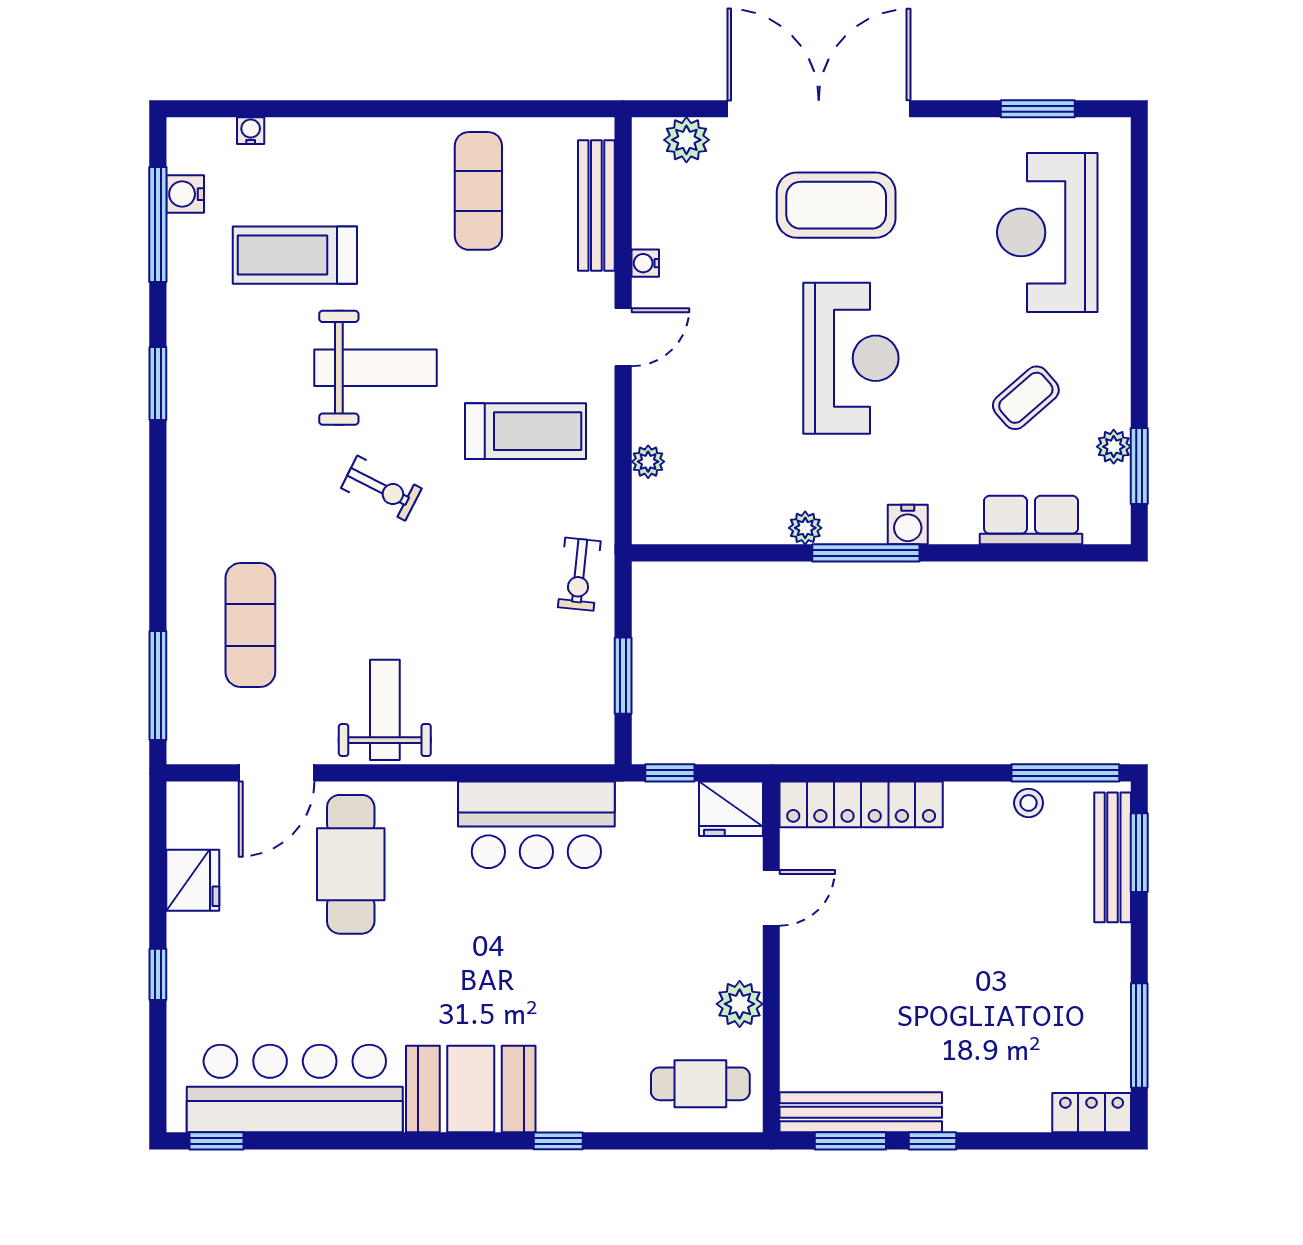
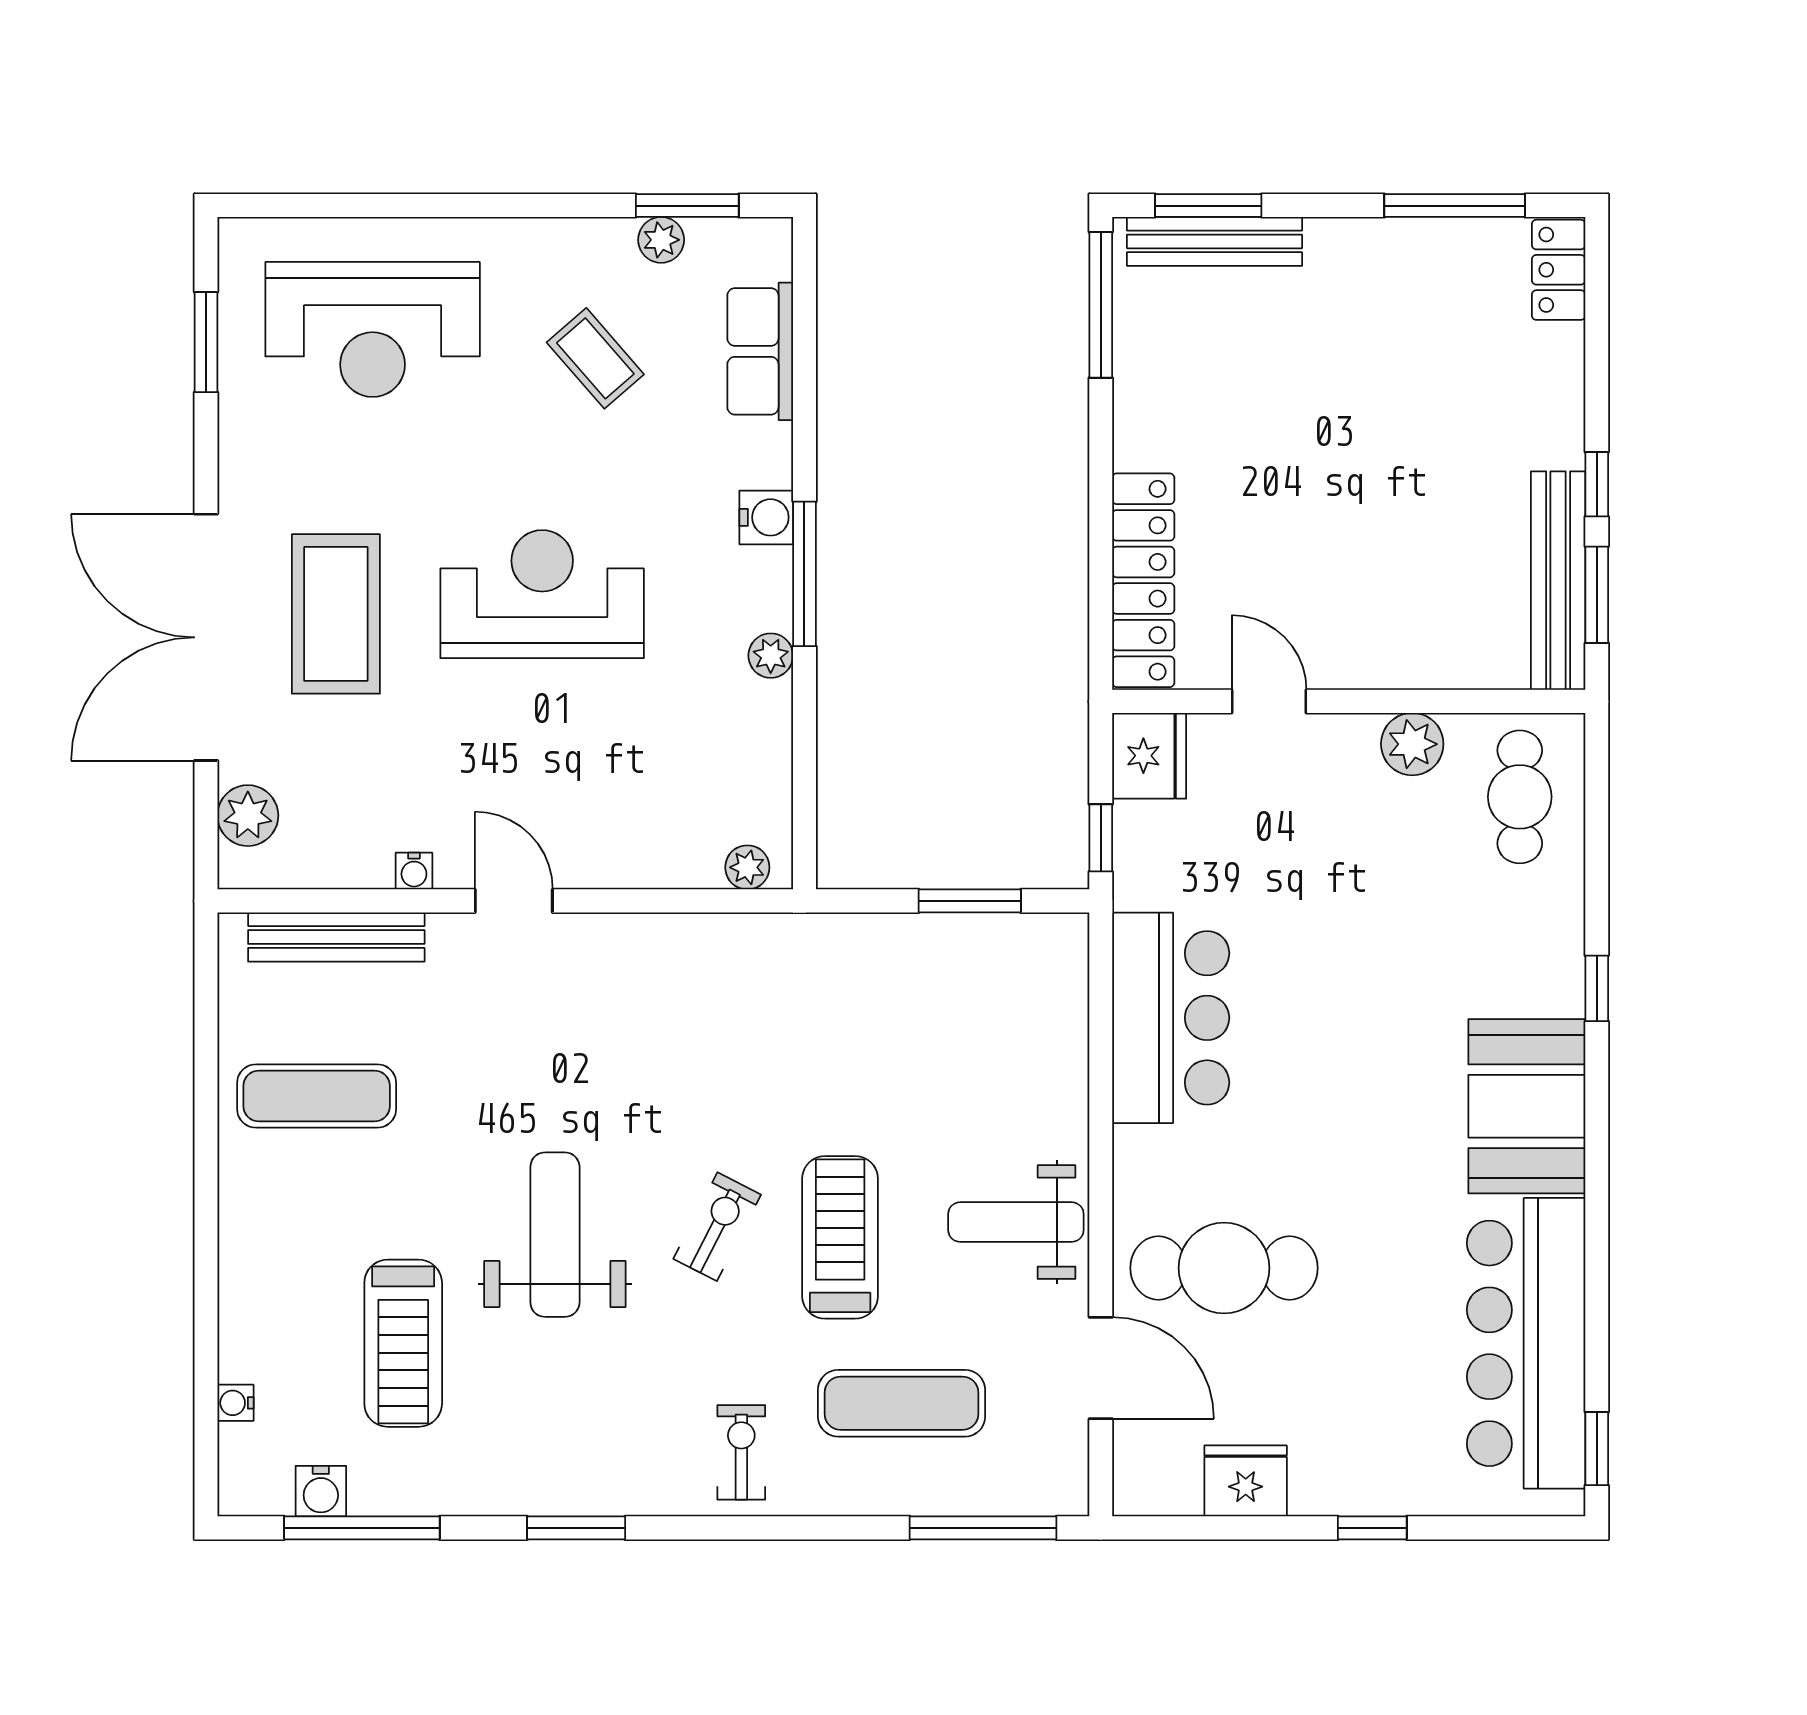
treadmill: (526, 431) -> (840, 1237), moved
plant: (648, 462) -> (747, 867), moved
exercise bike: (579, 574) -> (741, 1452), moved, turned -96
stool: (1029, 803) -> (1141, 355), removed

